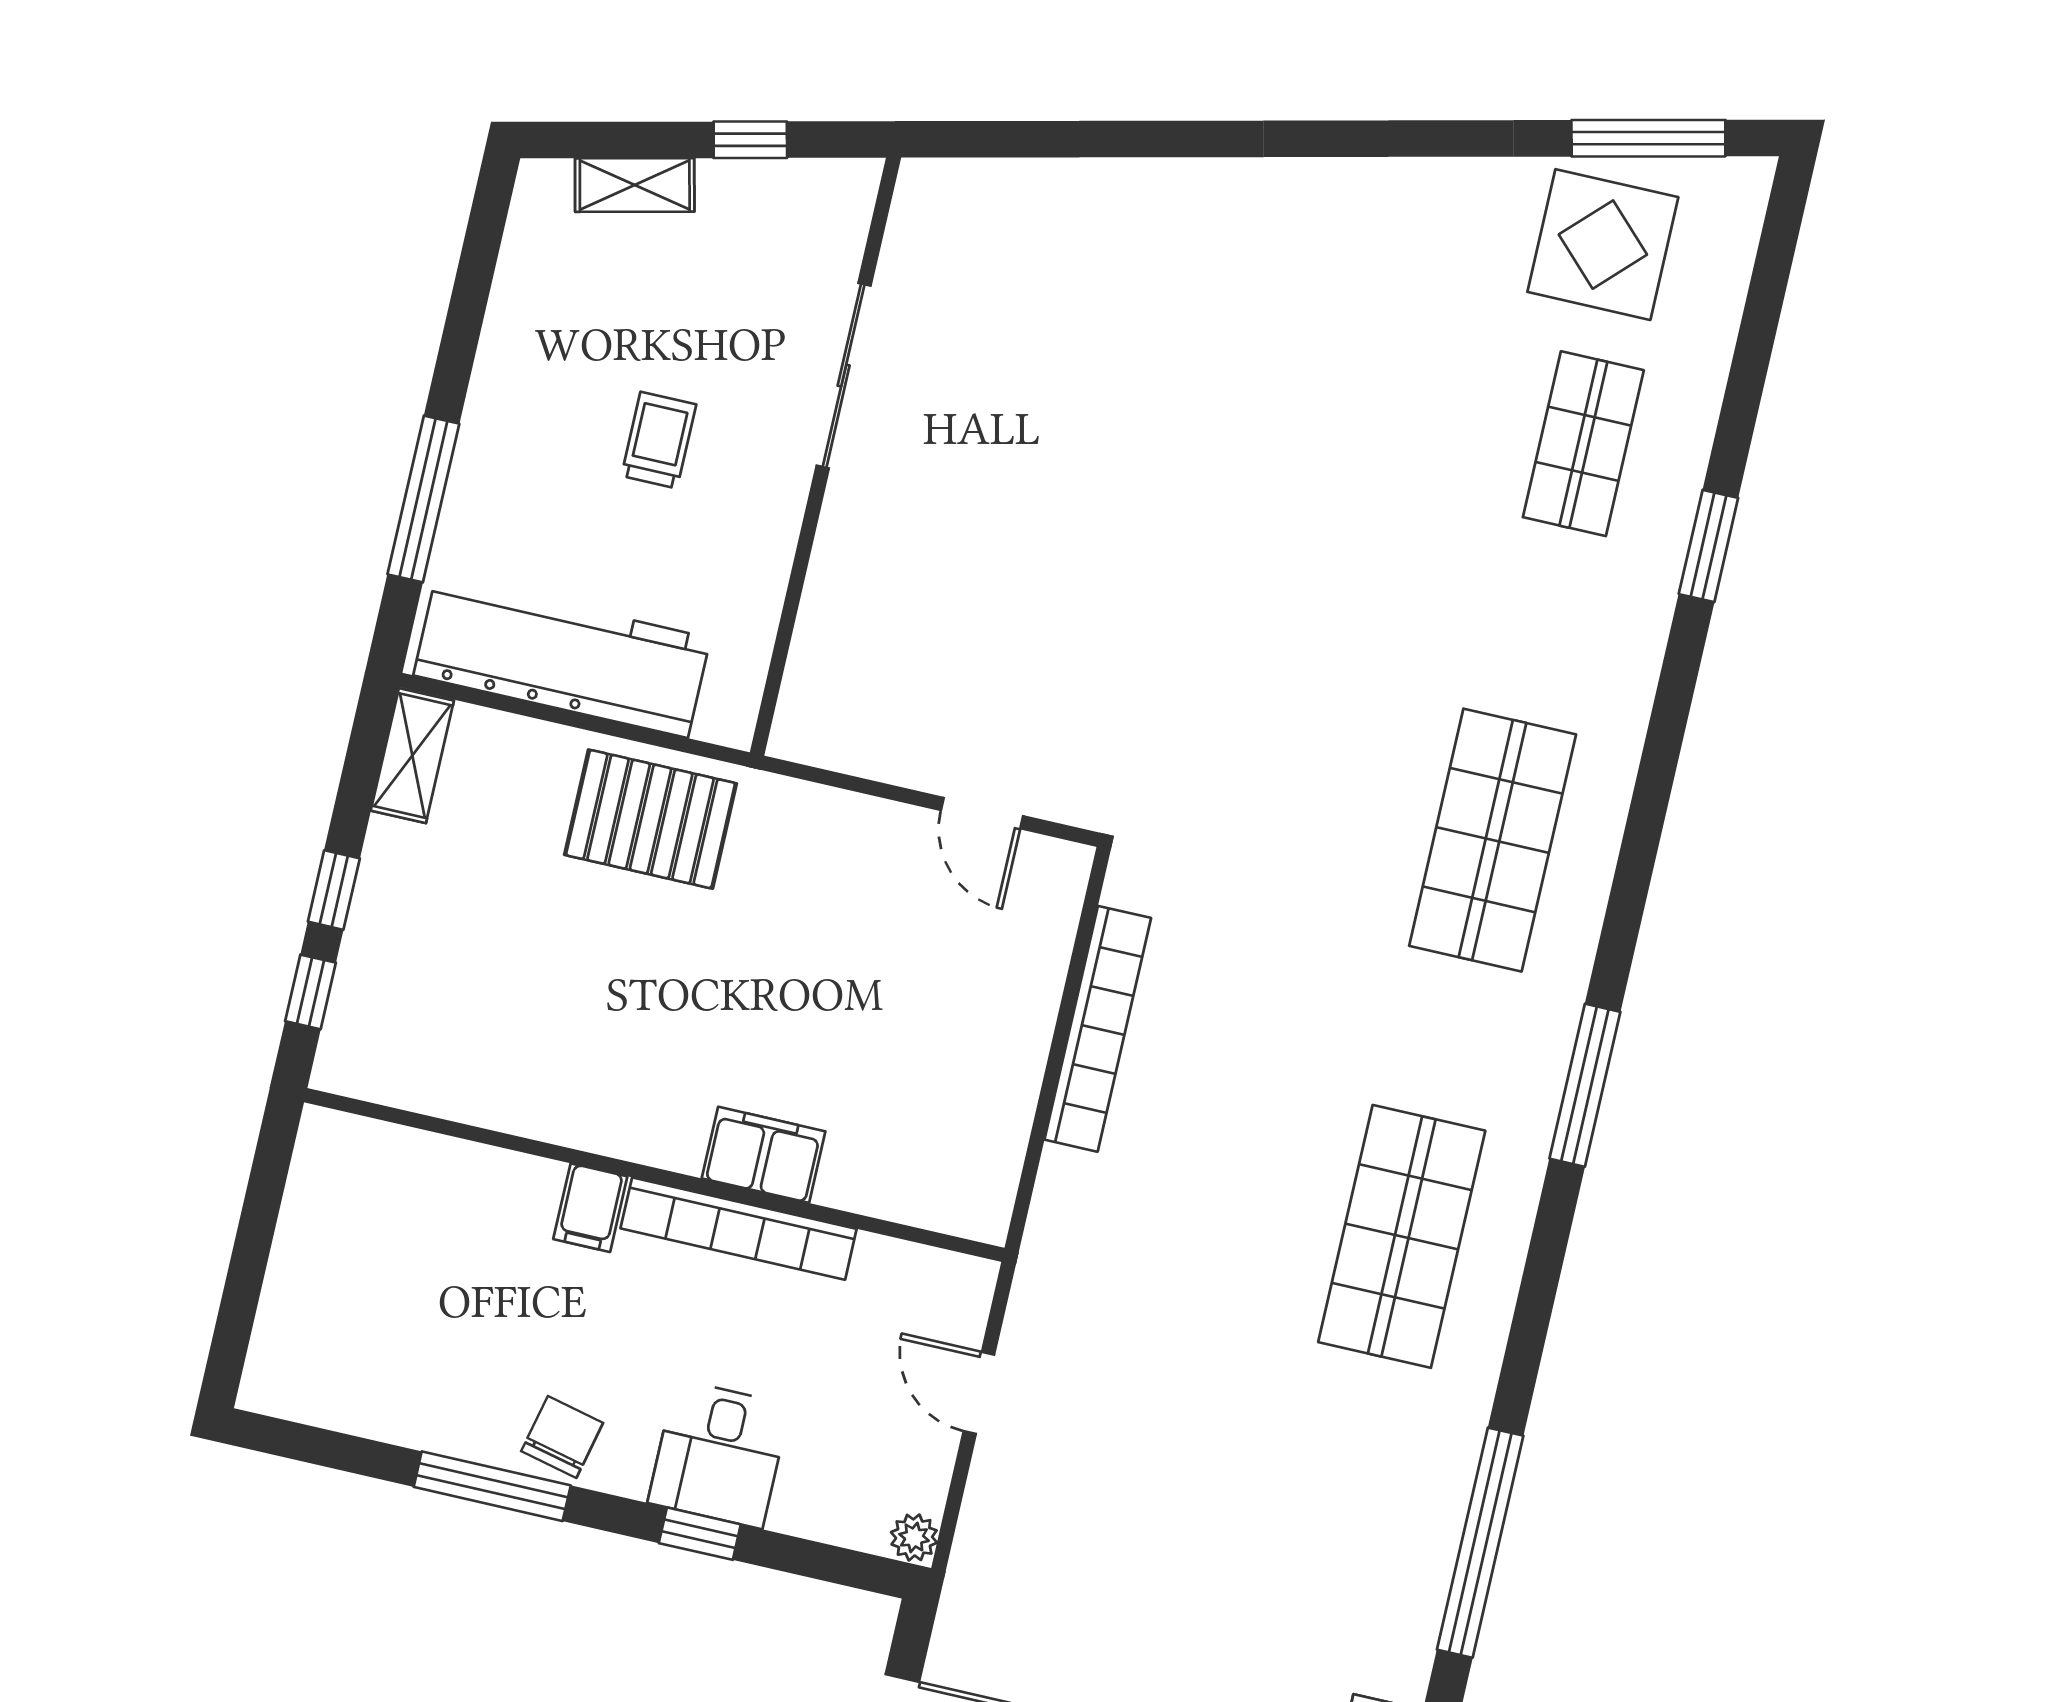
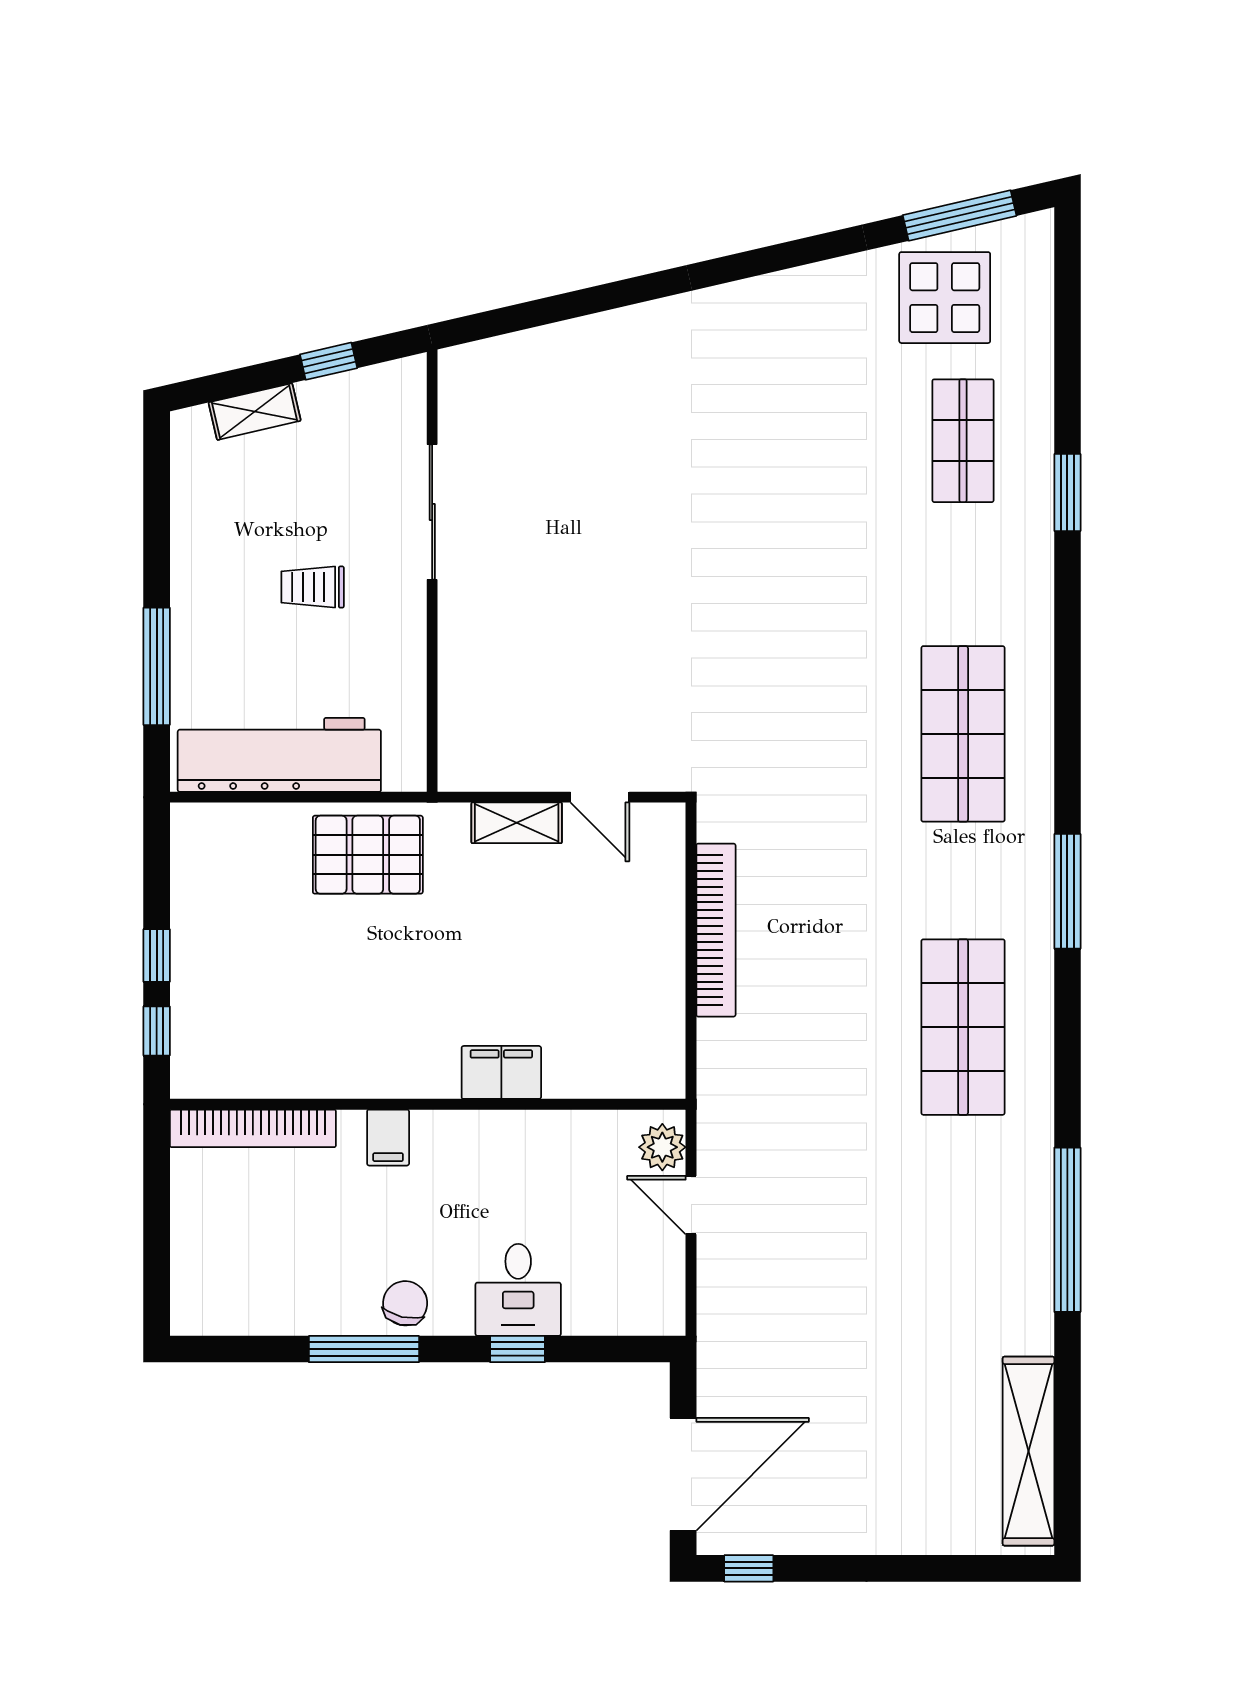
trolley: (659, 440) -> (313, 587), turned -90
shelving: (412, 756) -> (517, 823), moved, turned 90
bookcase: (739, 1229) -> (253, 1128), moved
plant: (914, 1537) -> (662, 1147), moved, width x1.38, depth x1.38

